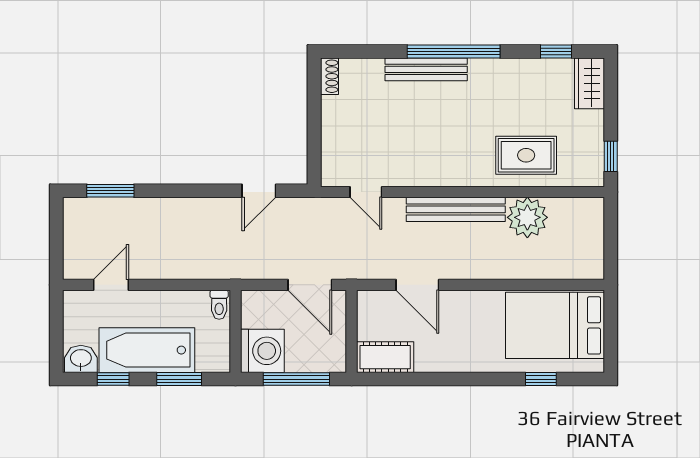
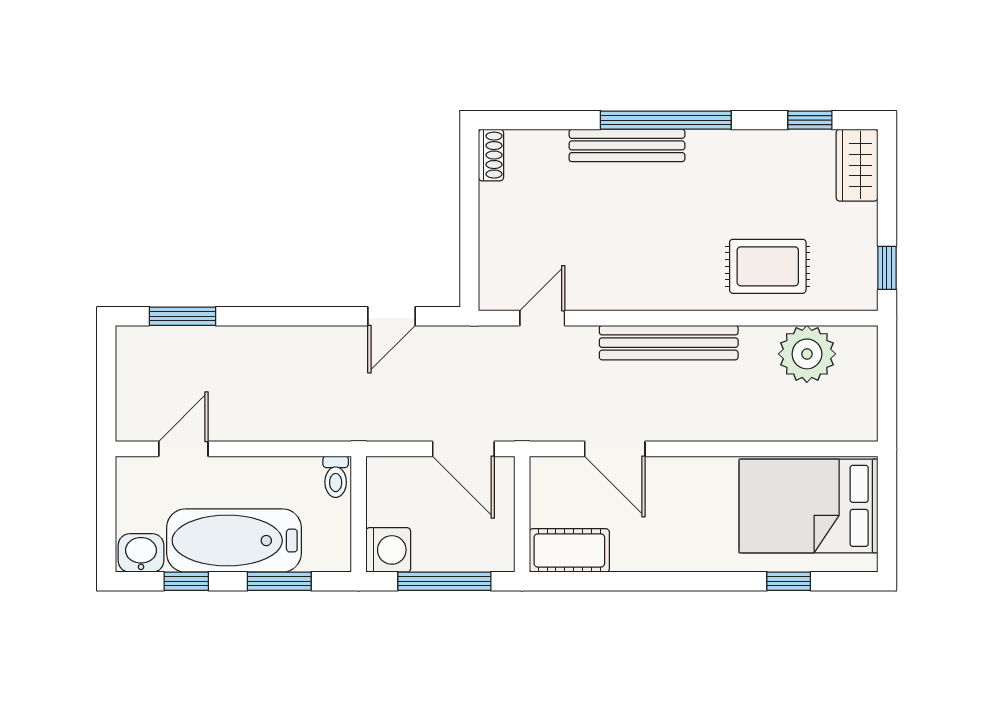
door: (366, 192) -> (542, 318), swing flipped
plant: (527, 217) -> (807, 354), moved
washing machine: (262, 351) -> (388, 550), width x0.73, depth x0.73

